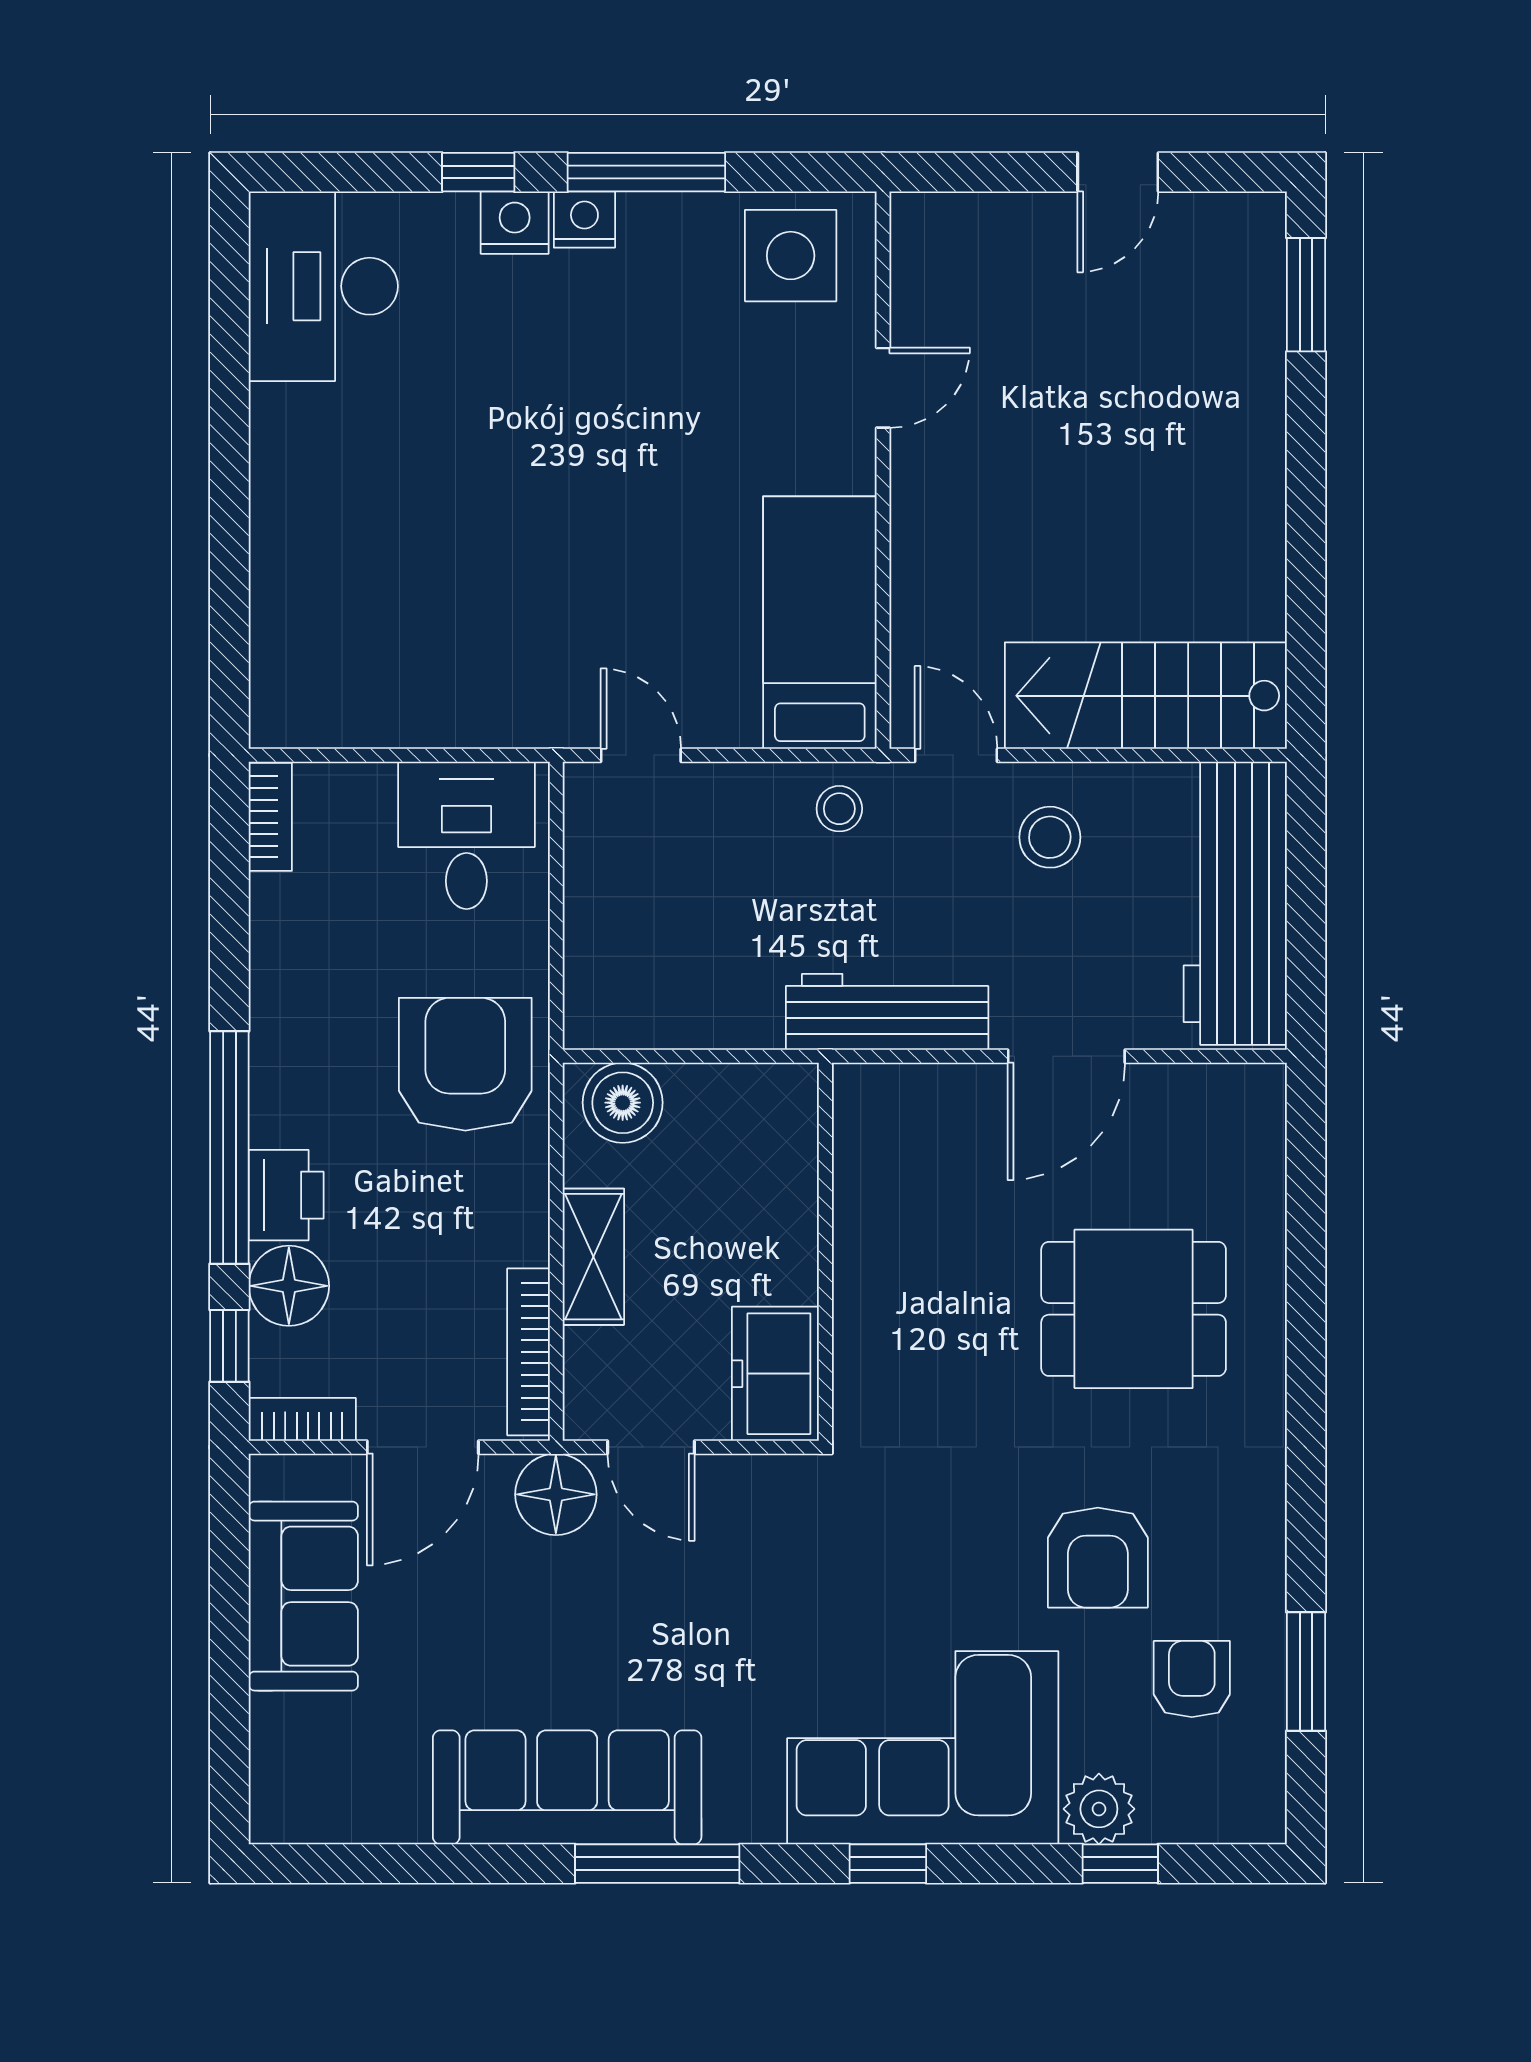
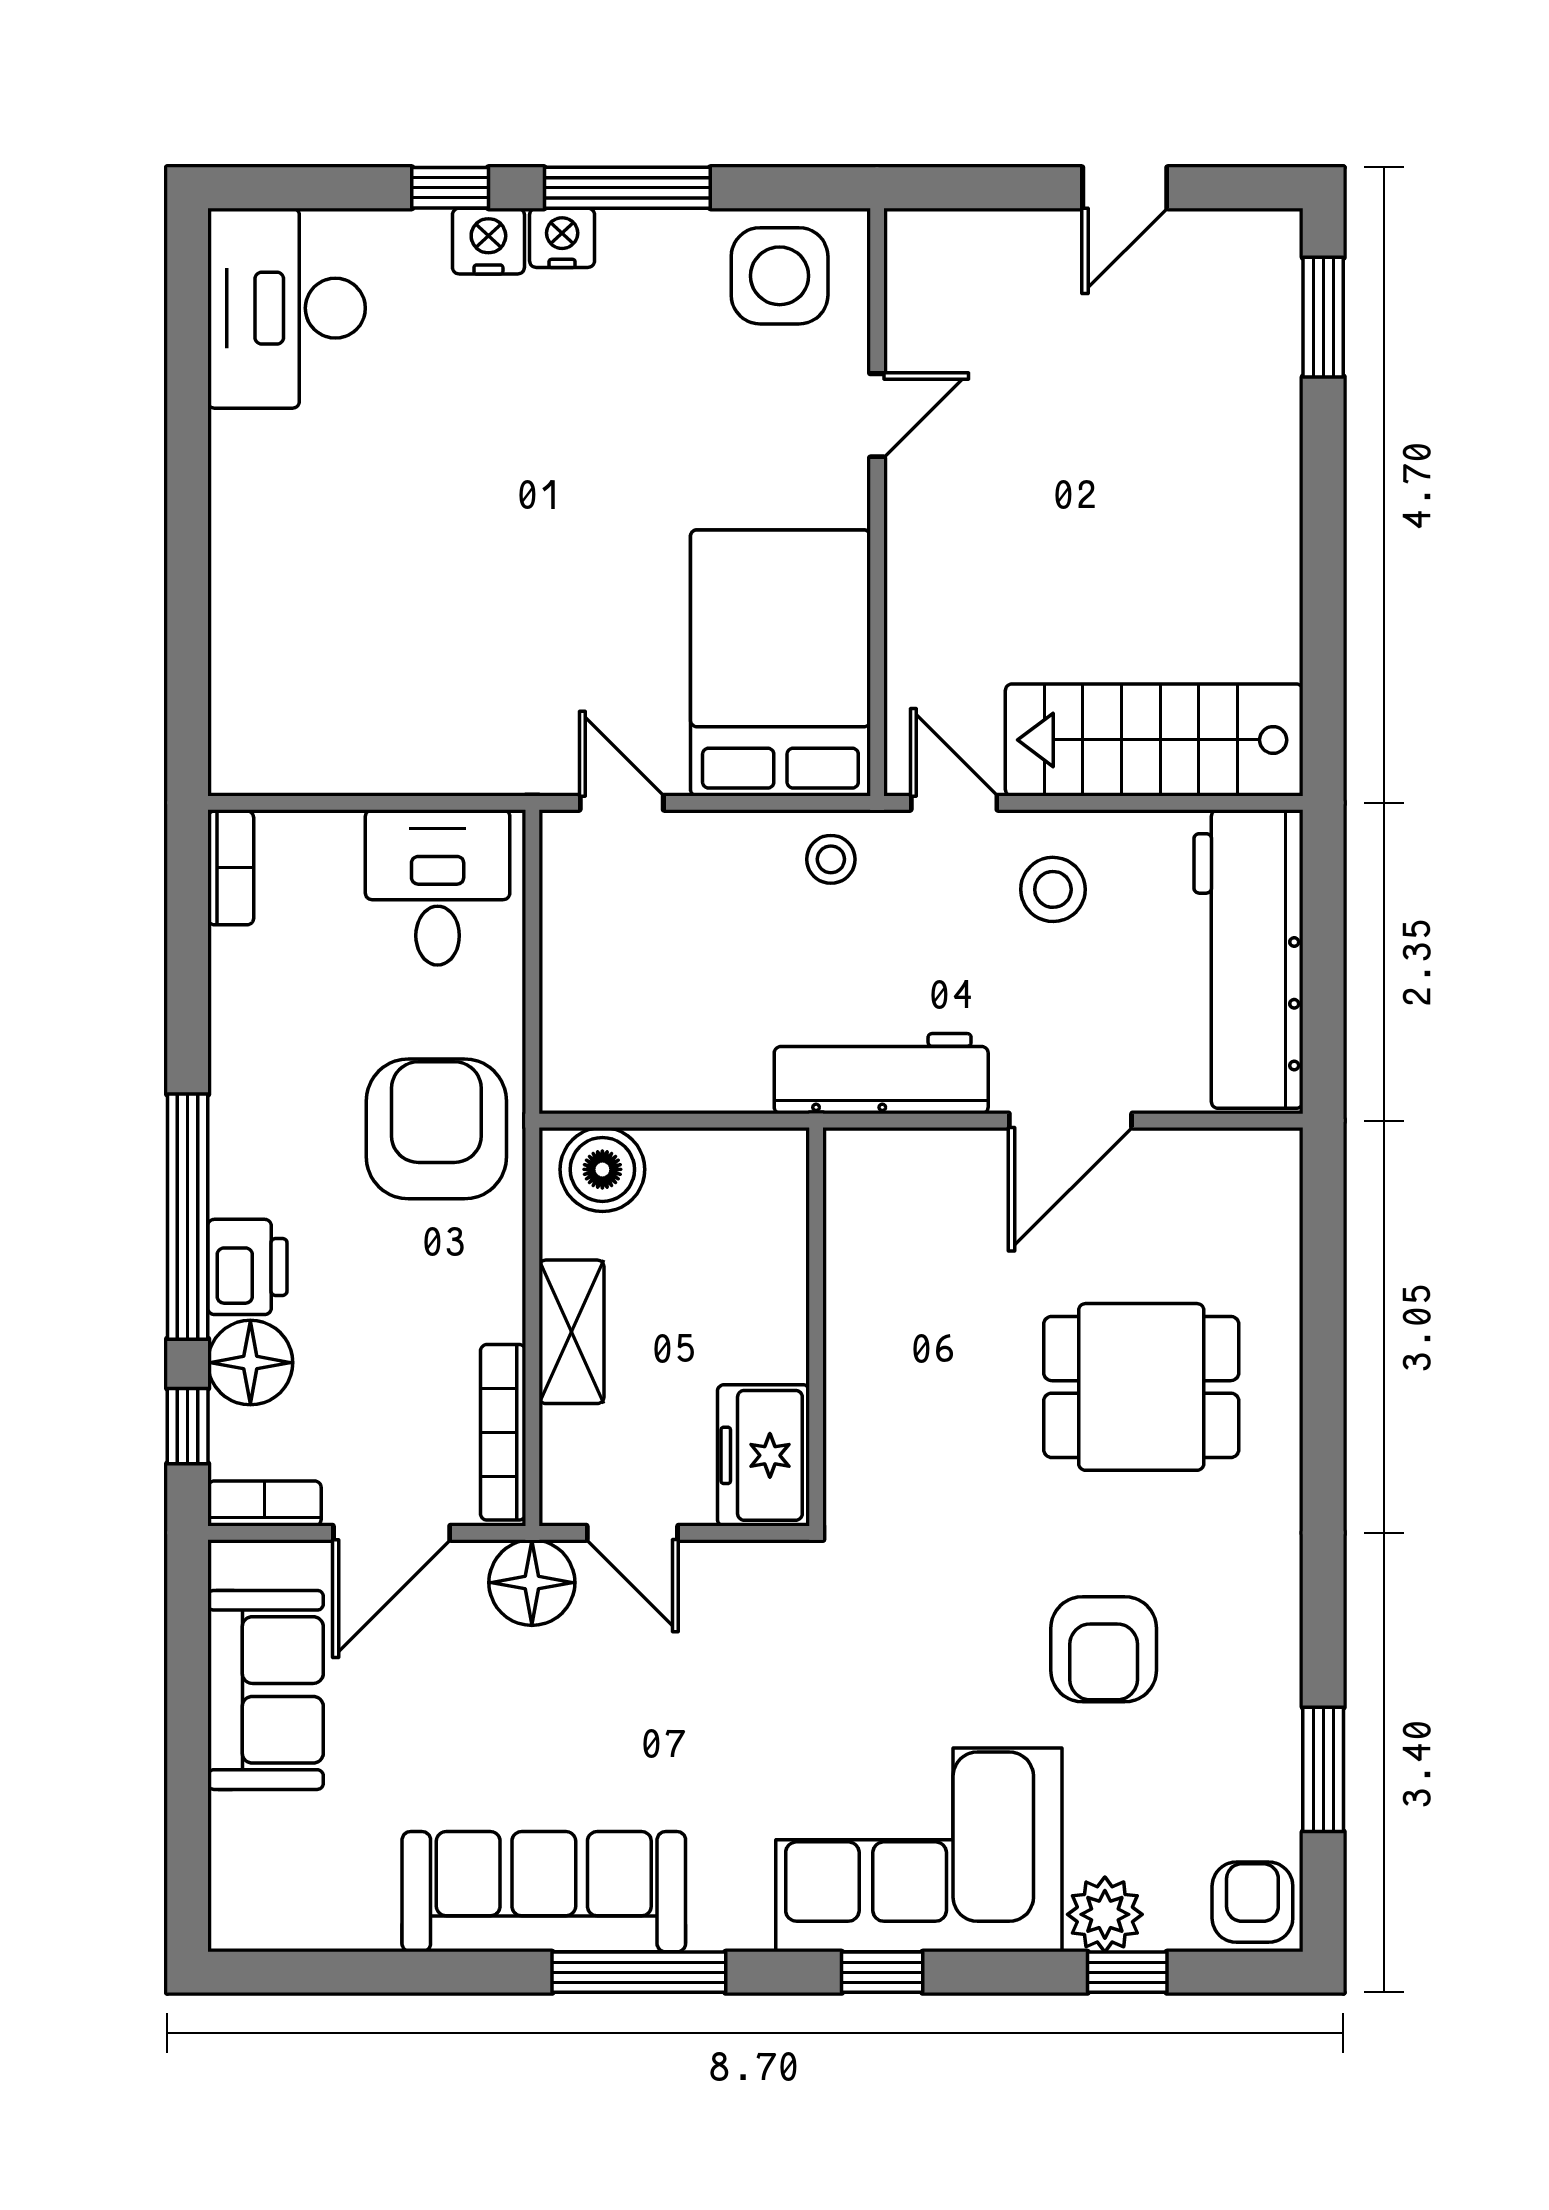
bed: (820, 623) -> (780, 663), width x1.50
armchair: (1192, 1679) -> (1252, 1902), moved

